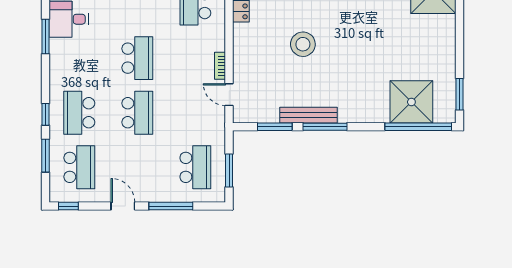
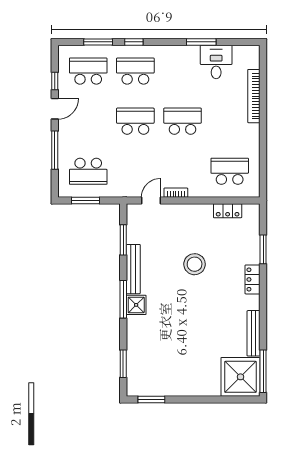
school desk: (137, 58) -> (183, 121), turned 180
shower: (411, 102) -> (136, 305), moved, width x0.54, depth x0.54
school desk: (137, 113) -> (135, 121), turned 180
window: (325, 127) -> (123, 299), moved
window: (418, 127) -> (123, 364), width x0.47
school desk: (79, 167) -> (88, 71), turned 180
window: (68, 206) -> (55, 81), moved

